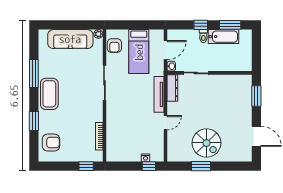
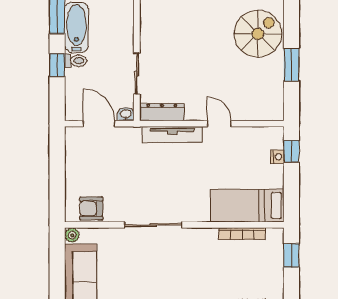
armchair: (114, 46) -> (91, 208), turned 180
bed: (139, 52) -> (247, 206), moved, turned 180
spiral stairs: (207, 143) -> (258, 34), moved

